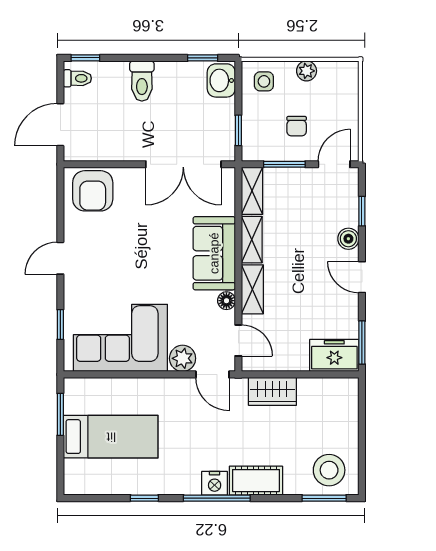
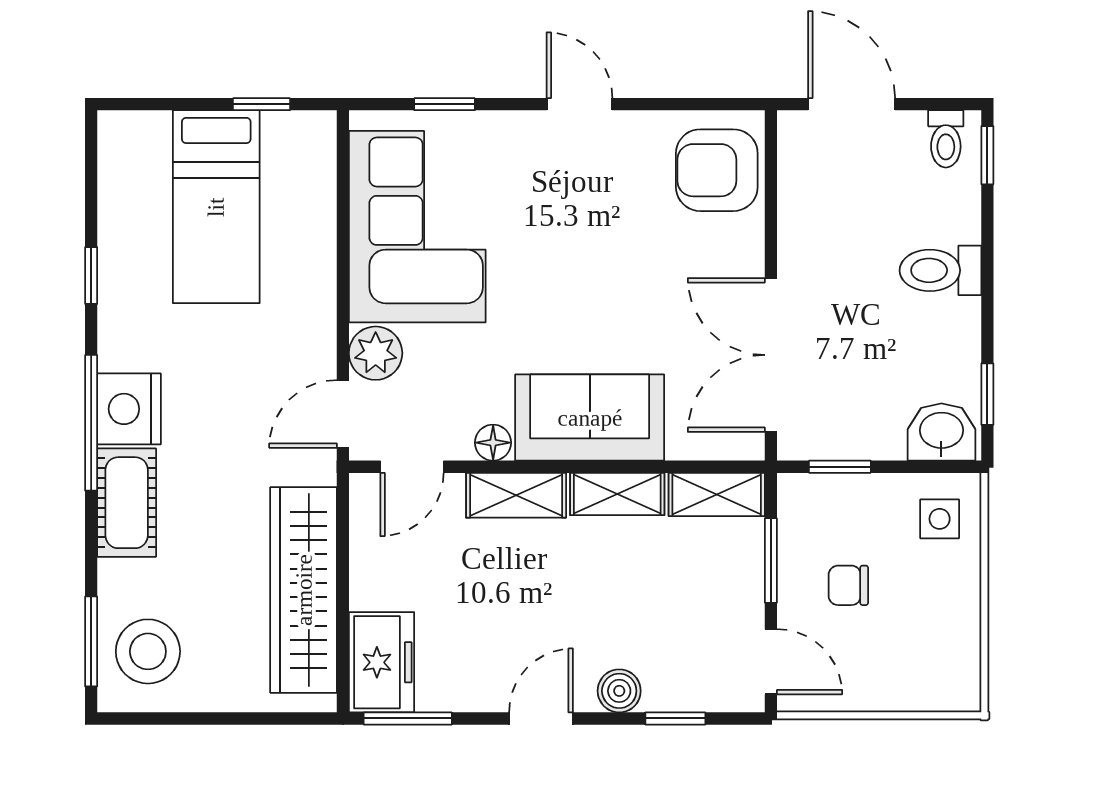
plant: (307, 71) -> (961, 606), removed
wardrobe: (272, 391) -> (304, 590), width x2.10, depth x1.17
window: (60, 414) -> (262, 104), width x0.67
nightstand: (215, 483) -> (129, 409), width x1.36, depth x1.33

